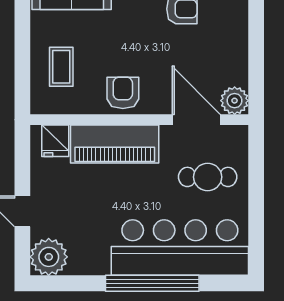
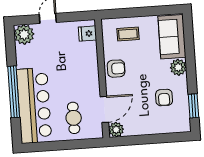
piano: (115, 144) -> (88, 66), removed

